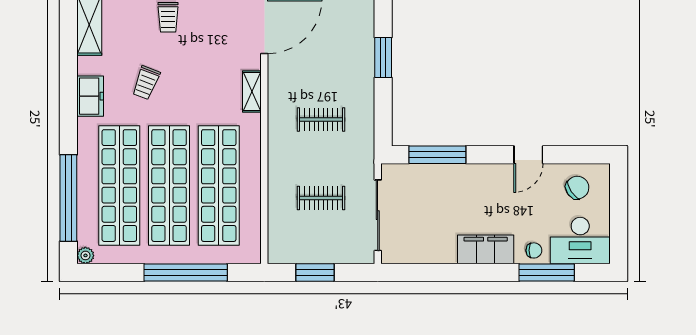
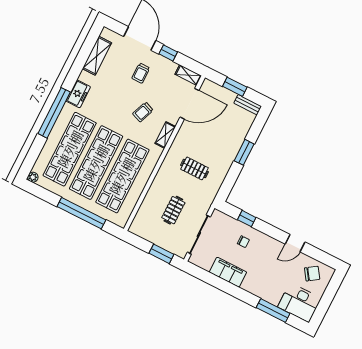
trolley: (146, 83) -> (143, 112), moved
window: (437, 155) -> (247, 219), width x0.46
window: (68, 198) -> (54, 113), moved
clothes rail: (321, 198) -> (173, 210), turned 90
filing cabinet: (486, 249) -> (228, 272), moved
chair: (534, 250) -> (243, 242), moved
window: (315, 273) -> (161, 254), moved

